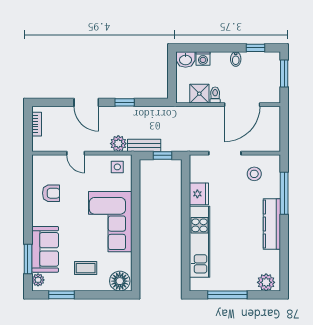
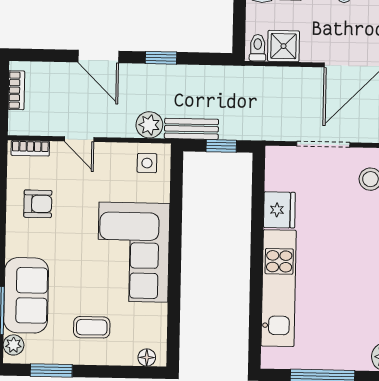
toilet: (215, 95) -> (258, 48), moved
bookcase: (46, 159) -> (30, 148), added
floor lamp: (120, 281) -> (147, 357), width x0.53, depth x0.53

